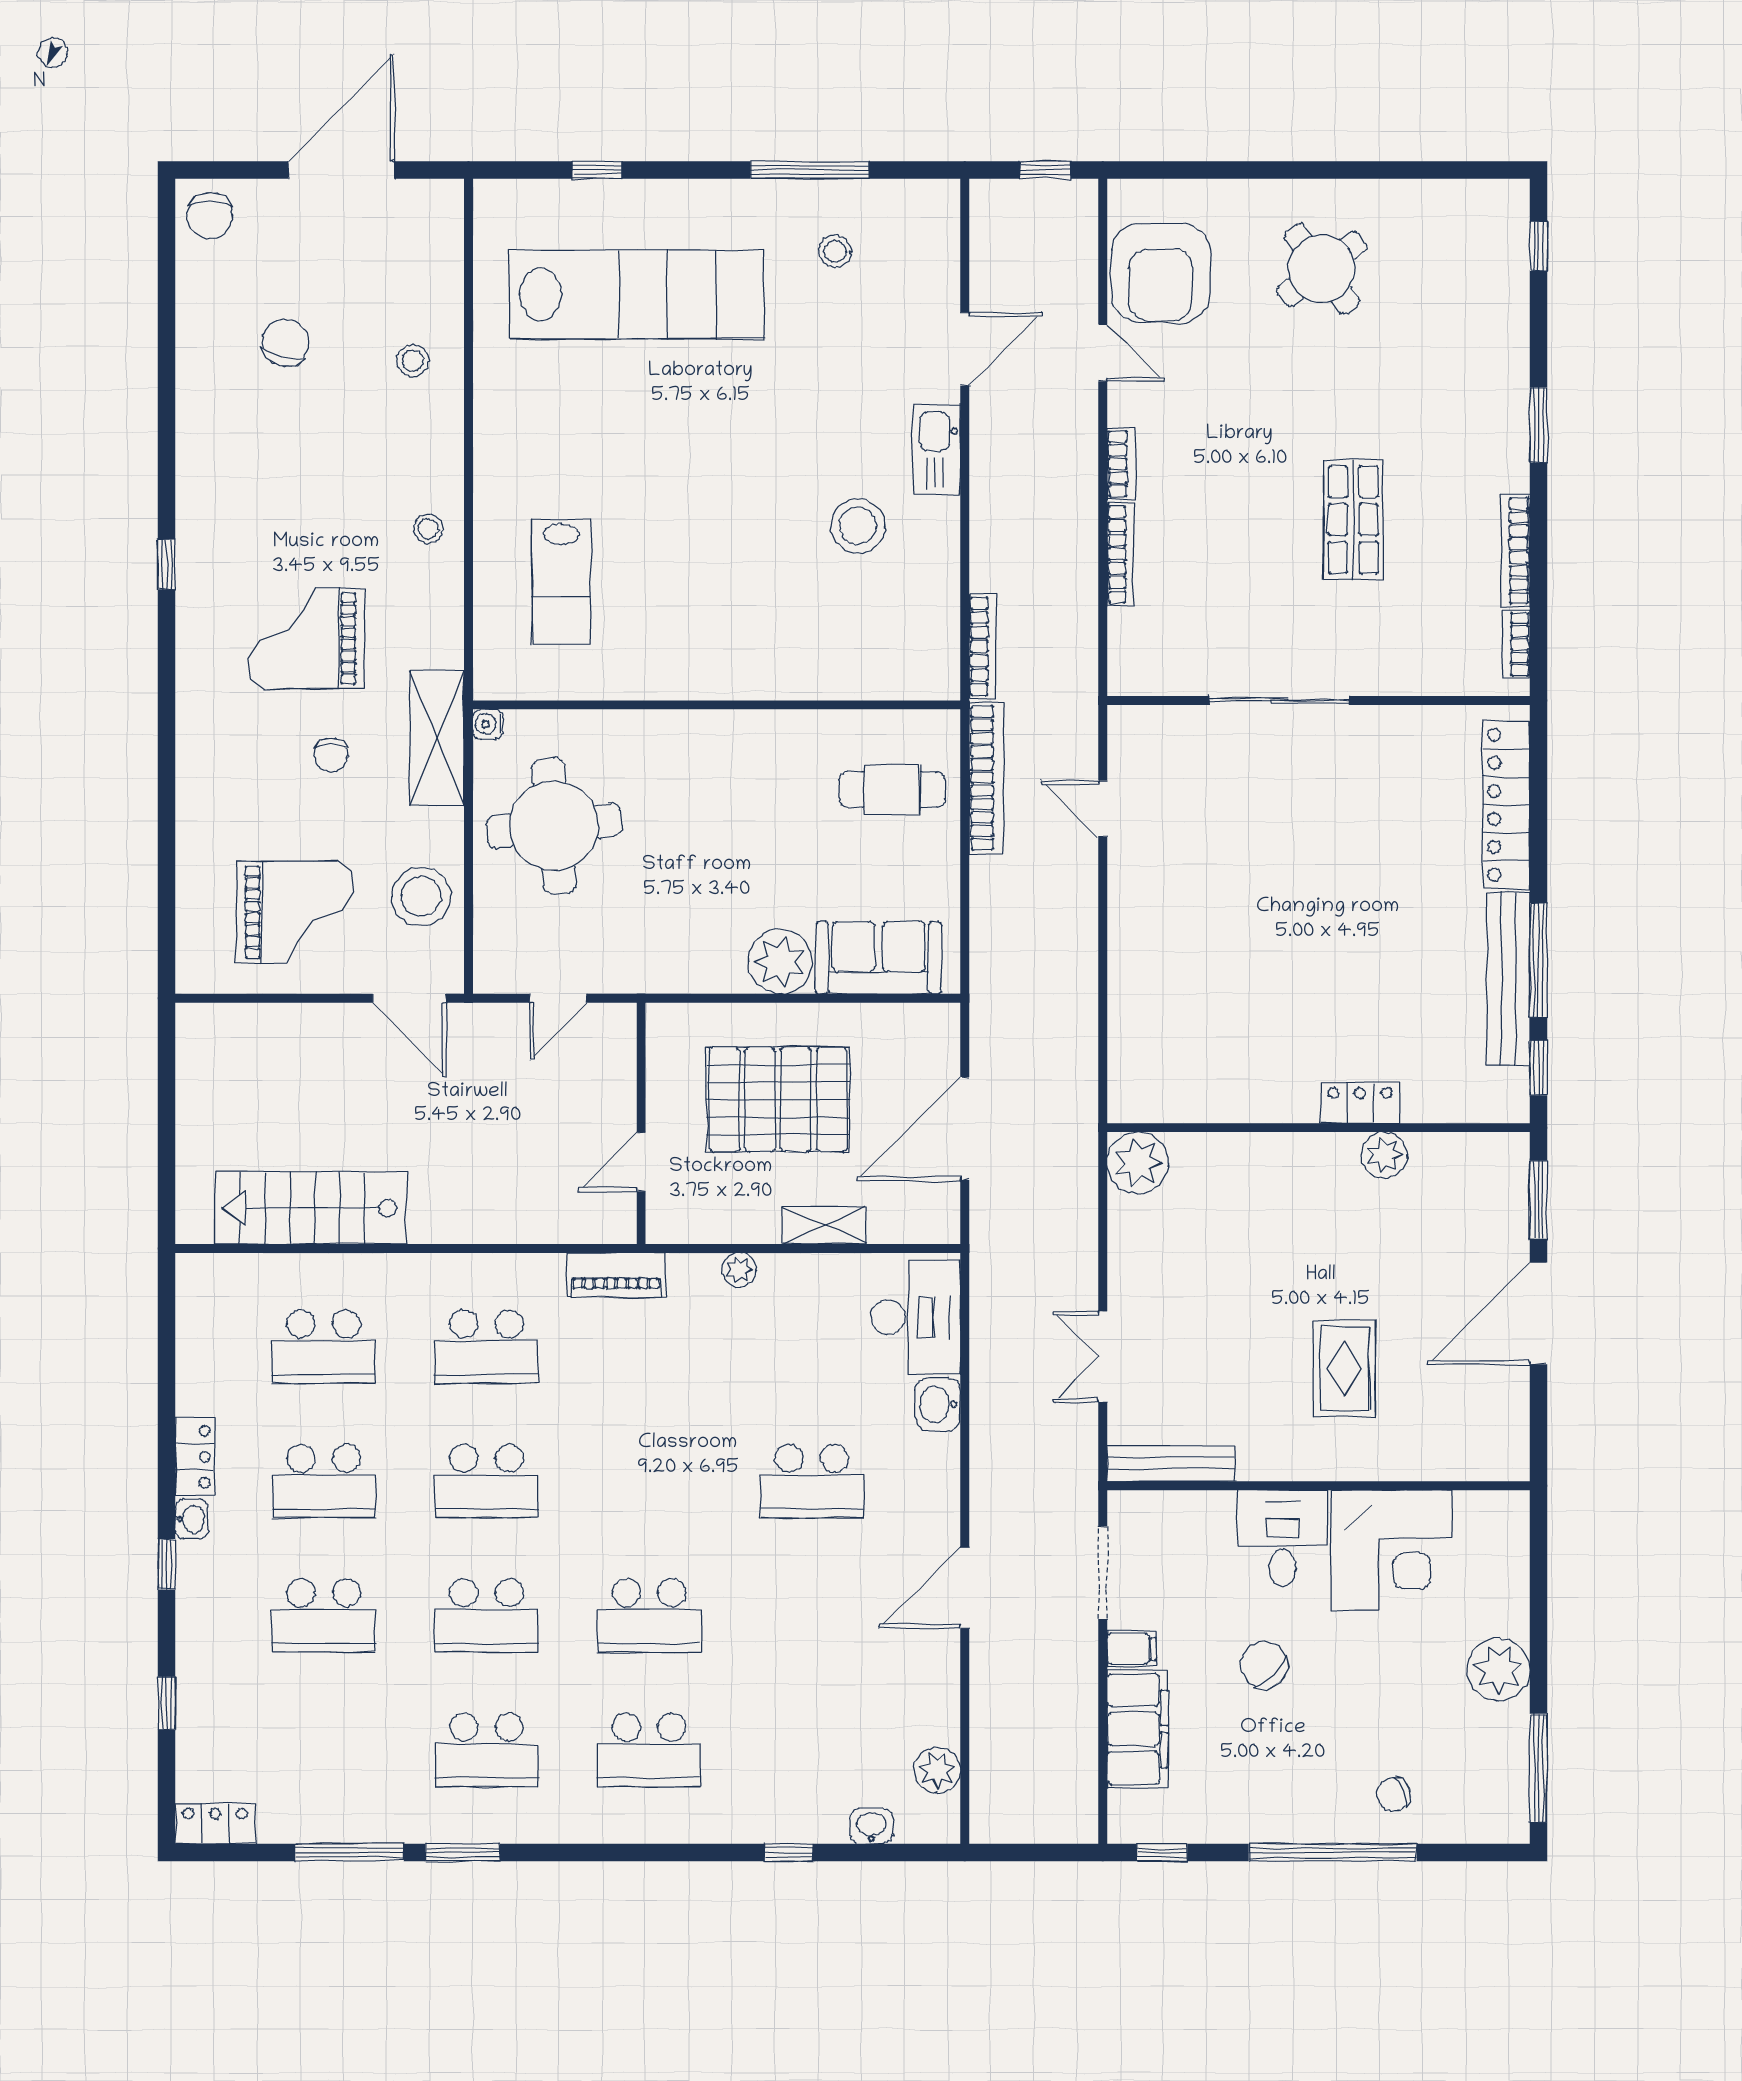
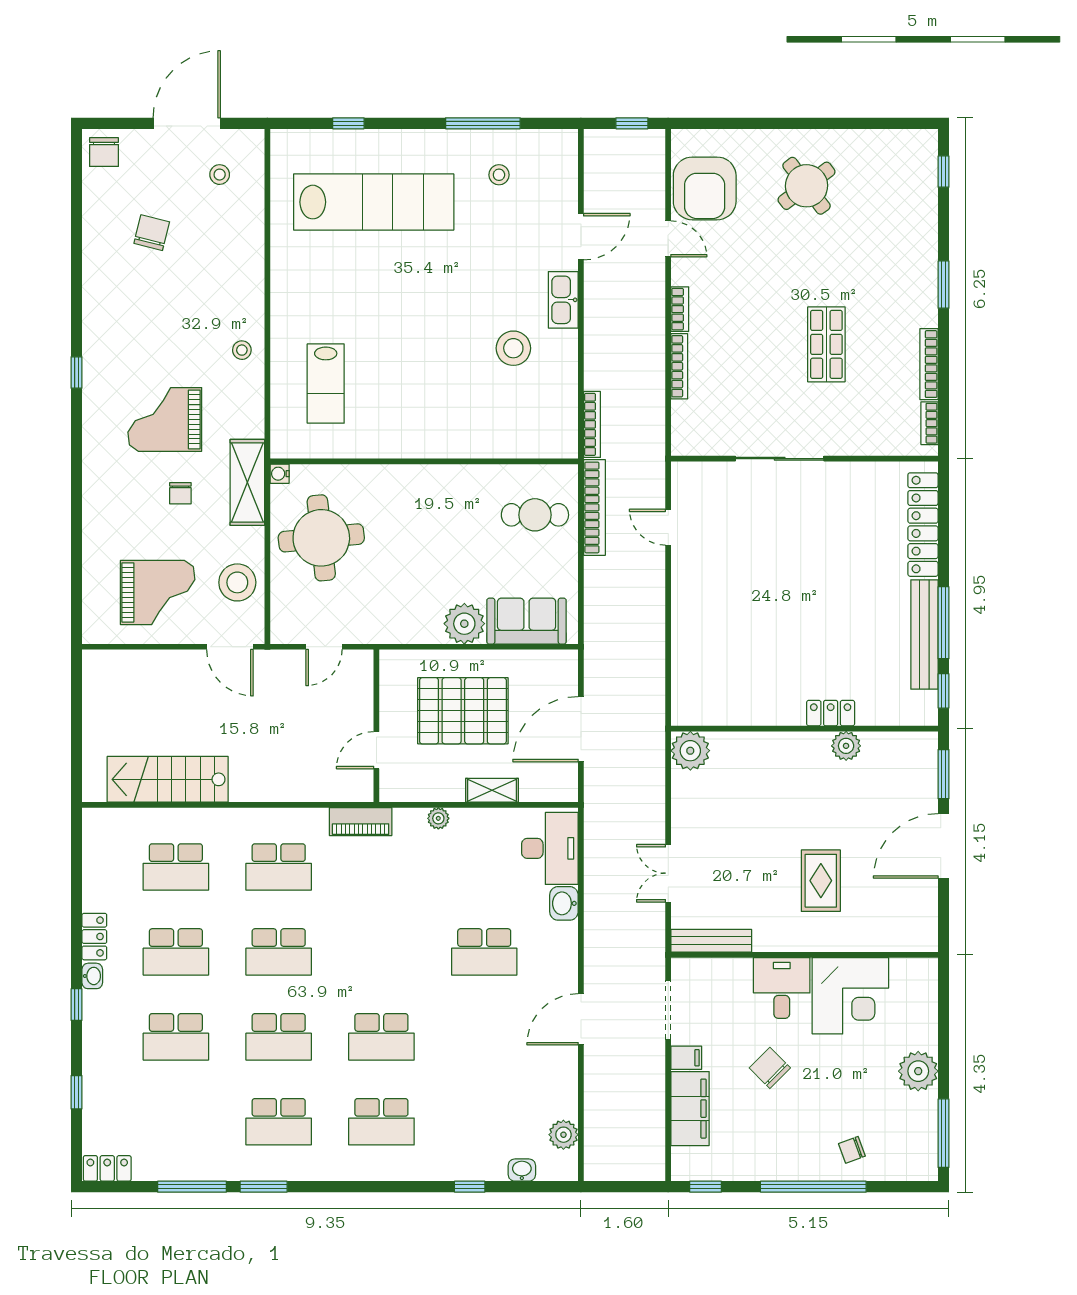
stool: (412, 361) -> (220, 175), moved

